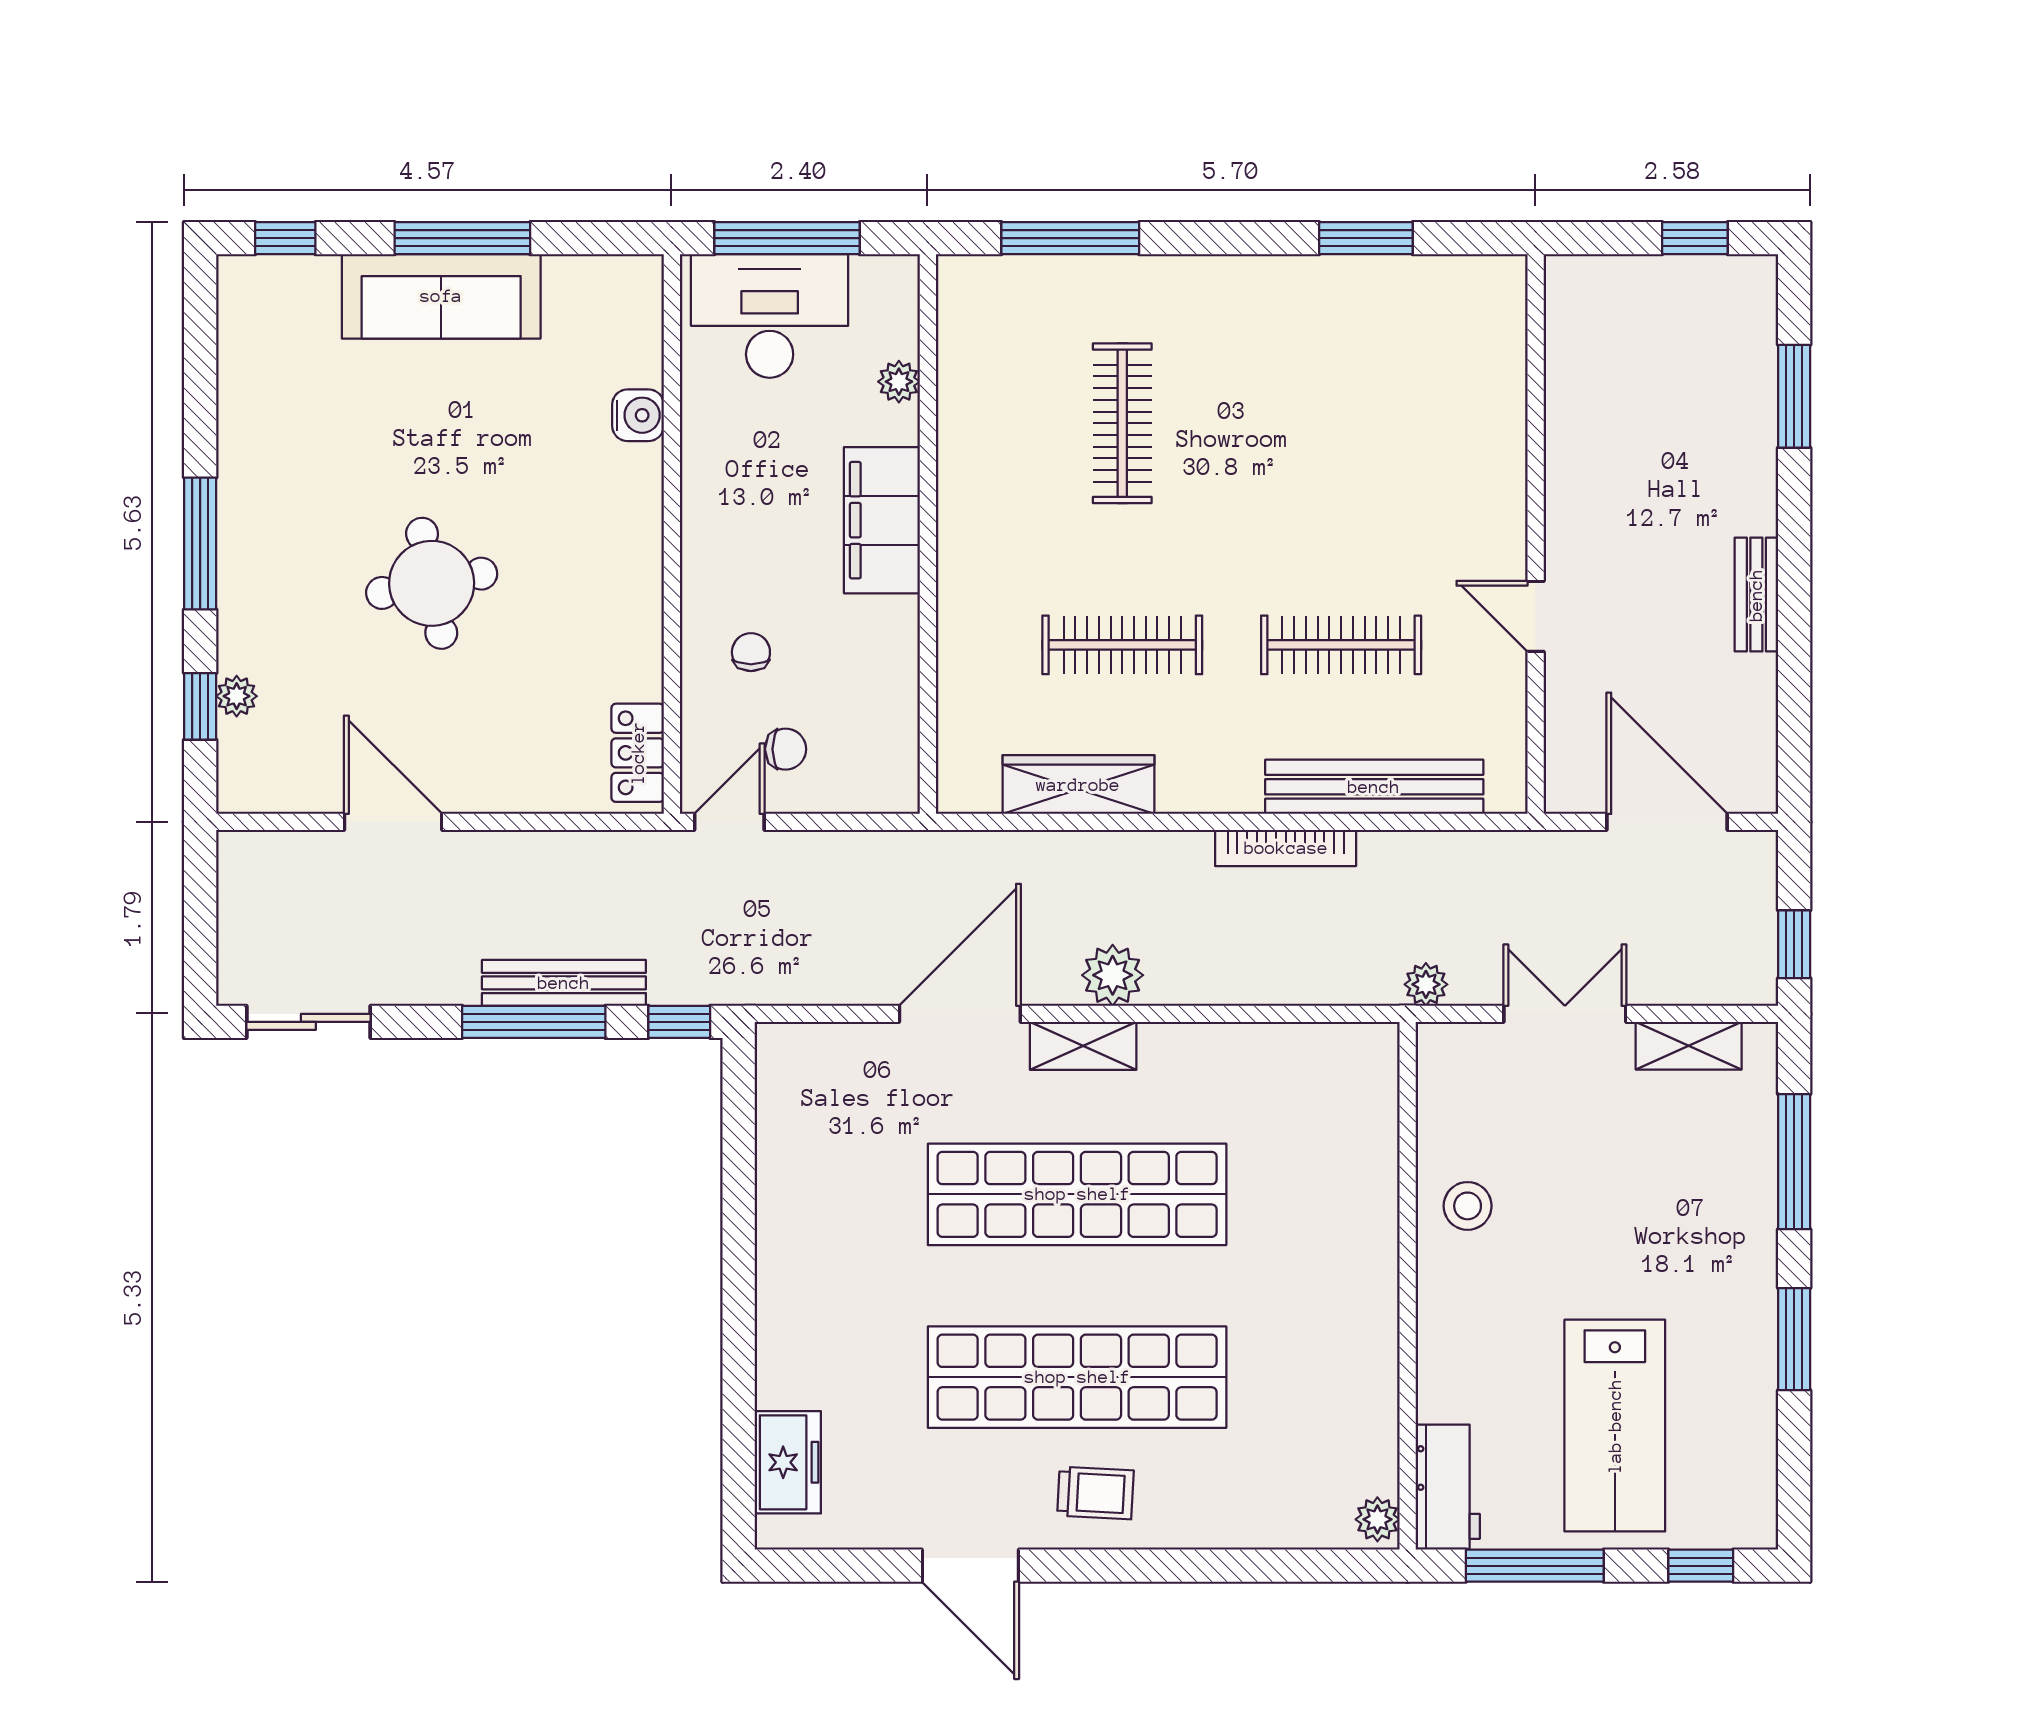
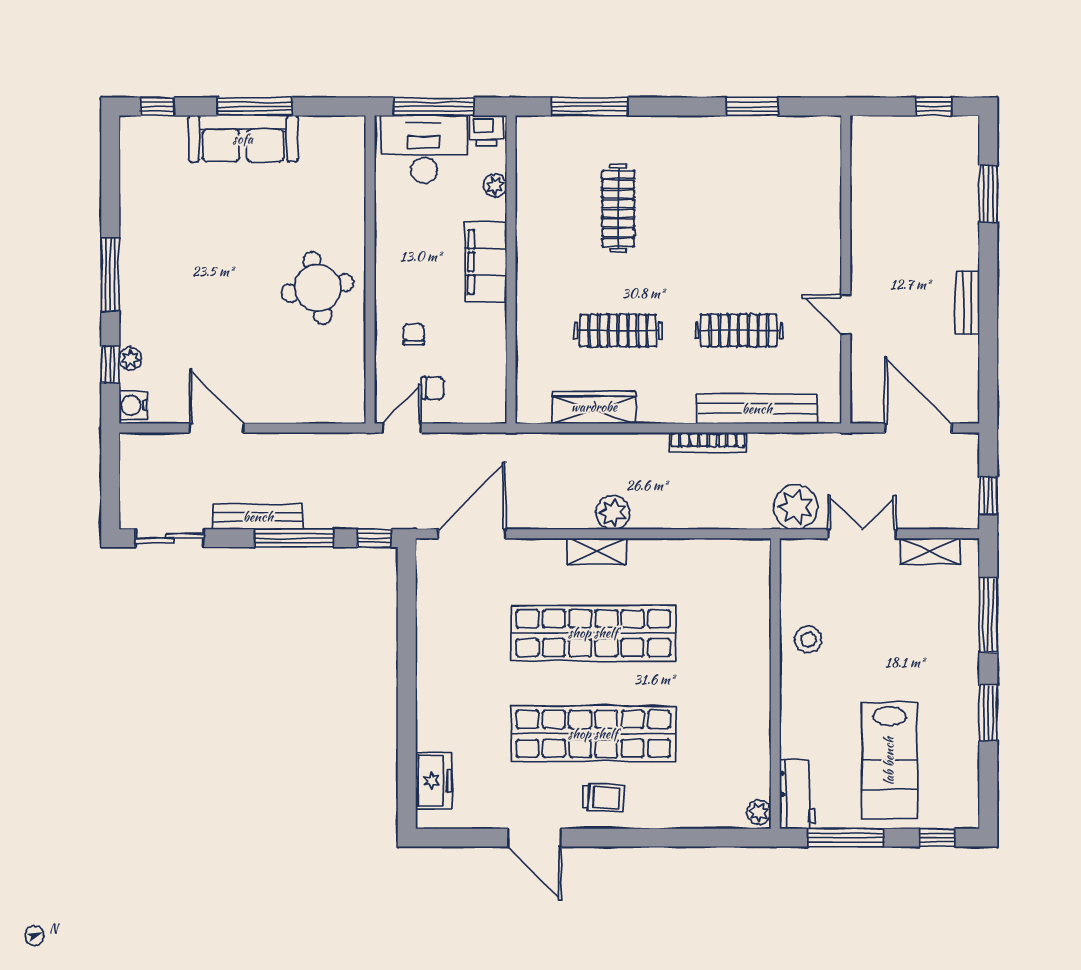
printer: (883, 282) -> (486, 131), added
water cooler: (638, 415) -> (133, 405), moved, turned 180
round table: (432, 583) -> (317, 288), moved
locker: (638, 753) -> (351, 390), removed
bench: (564, 983) -> (258, 517), moved
plant: (1426, 984) -> (796, 507), width x1.87, depth x1.87
door: (960, 1014) -> (472, 534), moved

